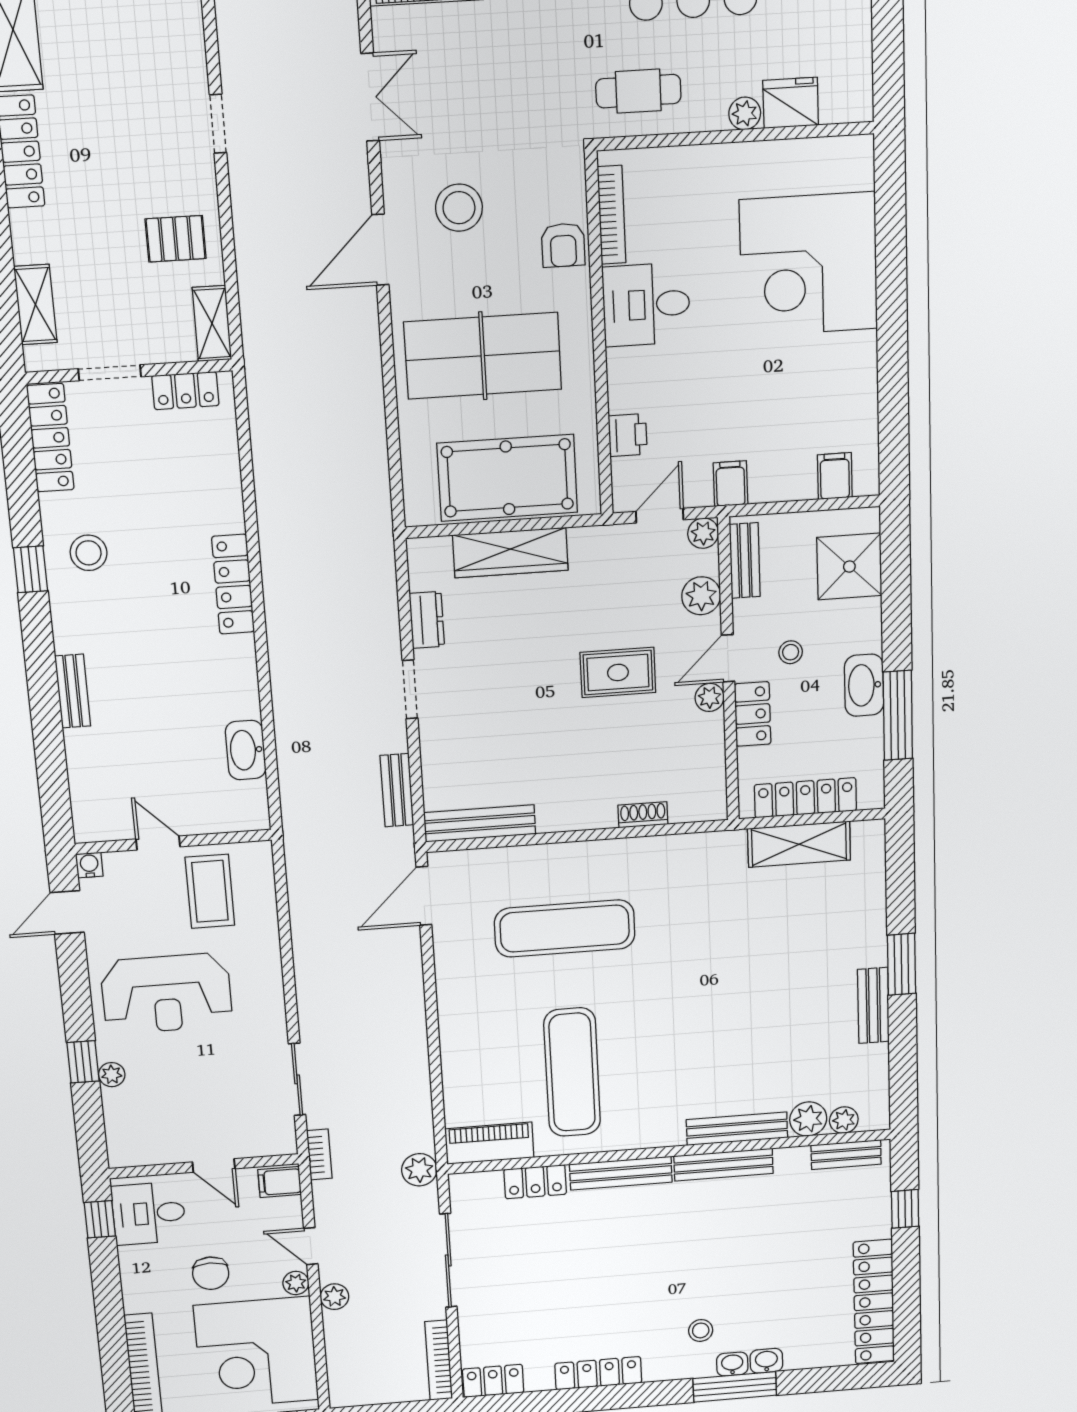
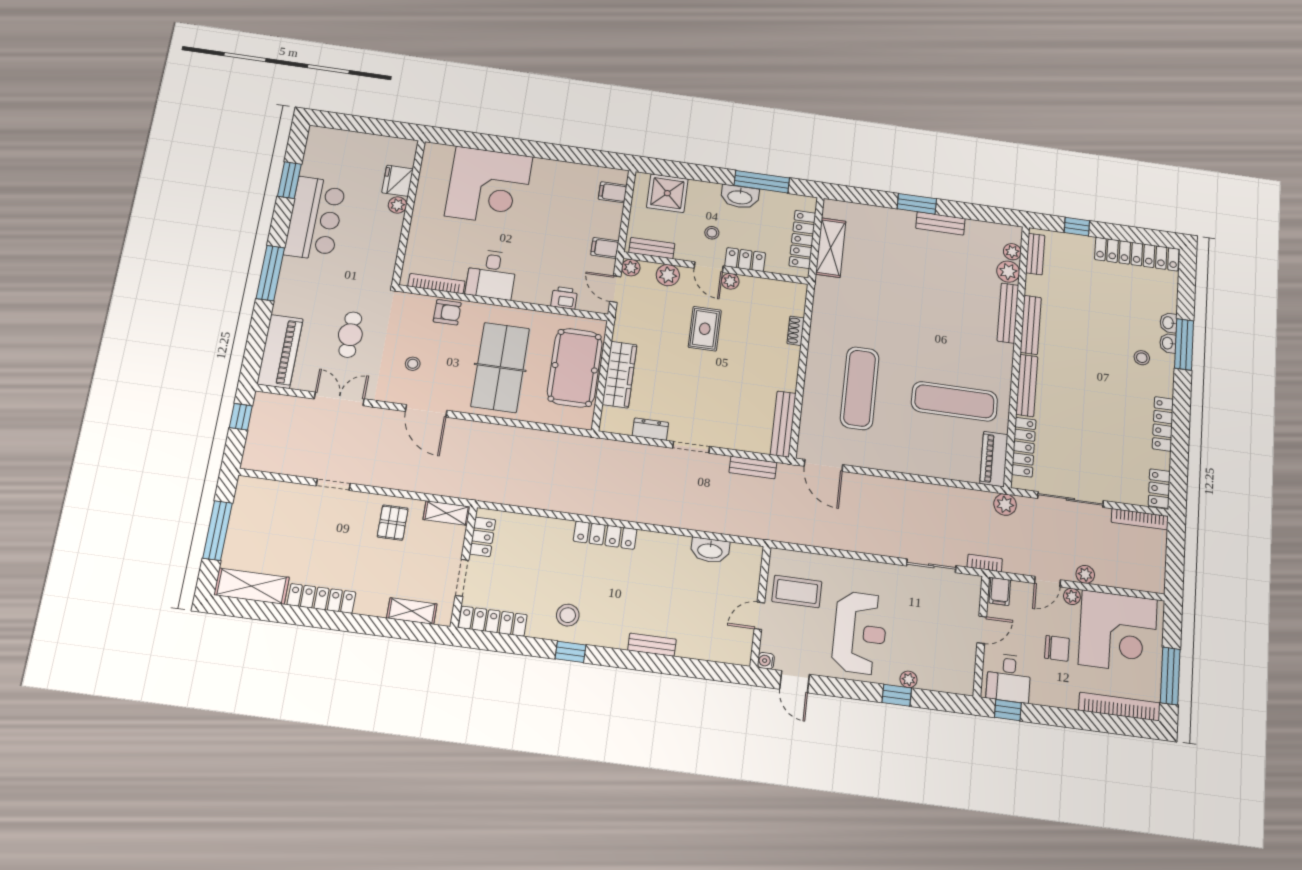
cafe table: (638, 91) -> (350, 335), moved
stool: (459, 208) -> (413, 364), width x0.53, depth x0.53
locker: (535, 1182) -> (1024, 447), width x1.53

